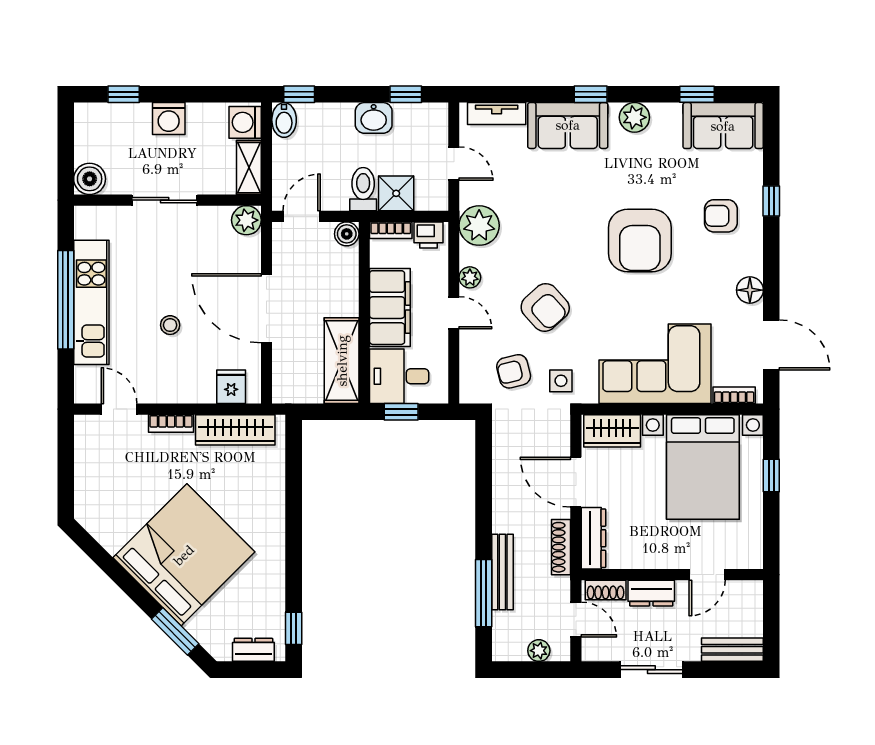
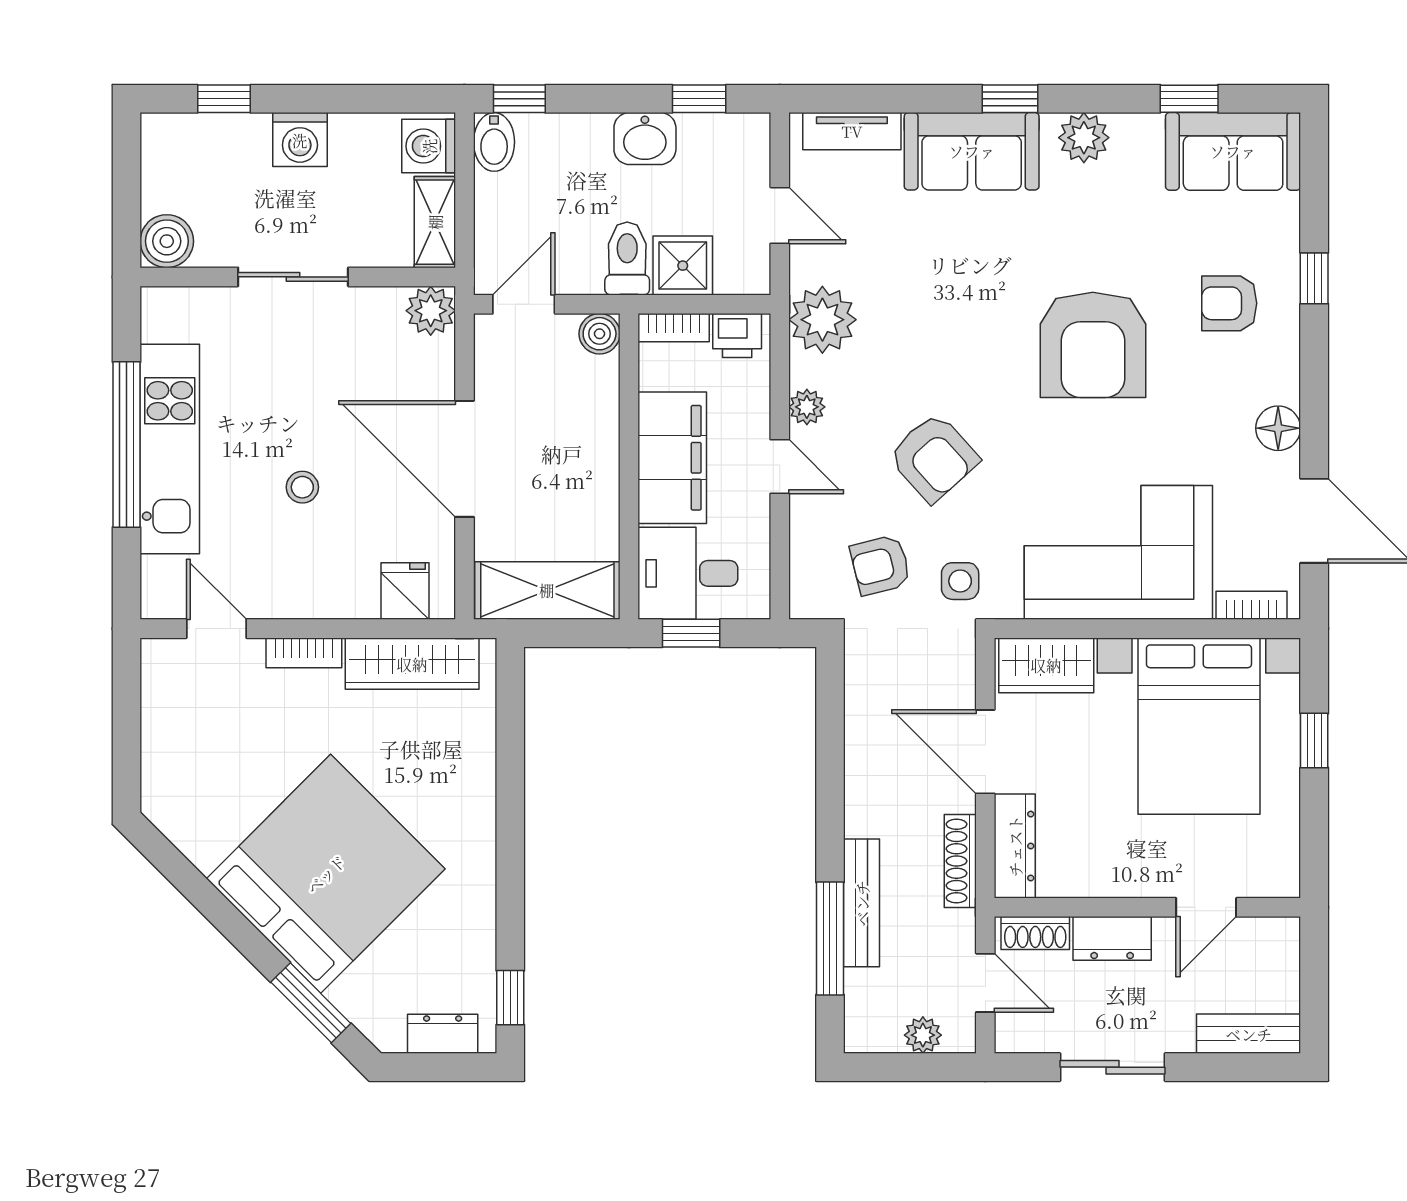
shelving: (342, 361) -> (547, 590), moved, turned 90

